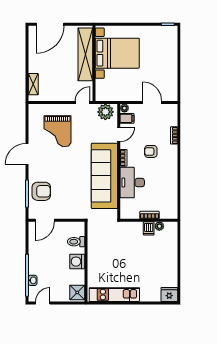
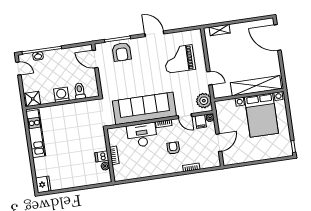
bed with nightstands: (117, 53) -> (261, 115), moved
shelving: (85, 54) -> (256, 86), moved
wall: (94, 63) -> (249, 95), moved

